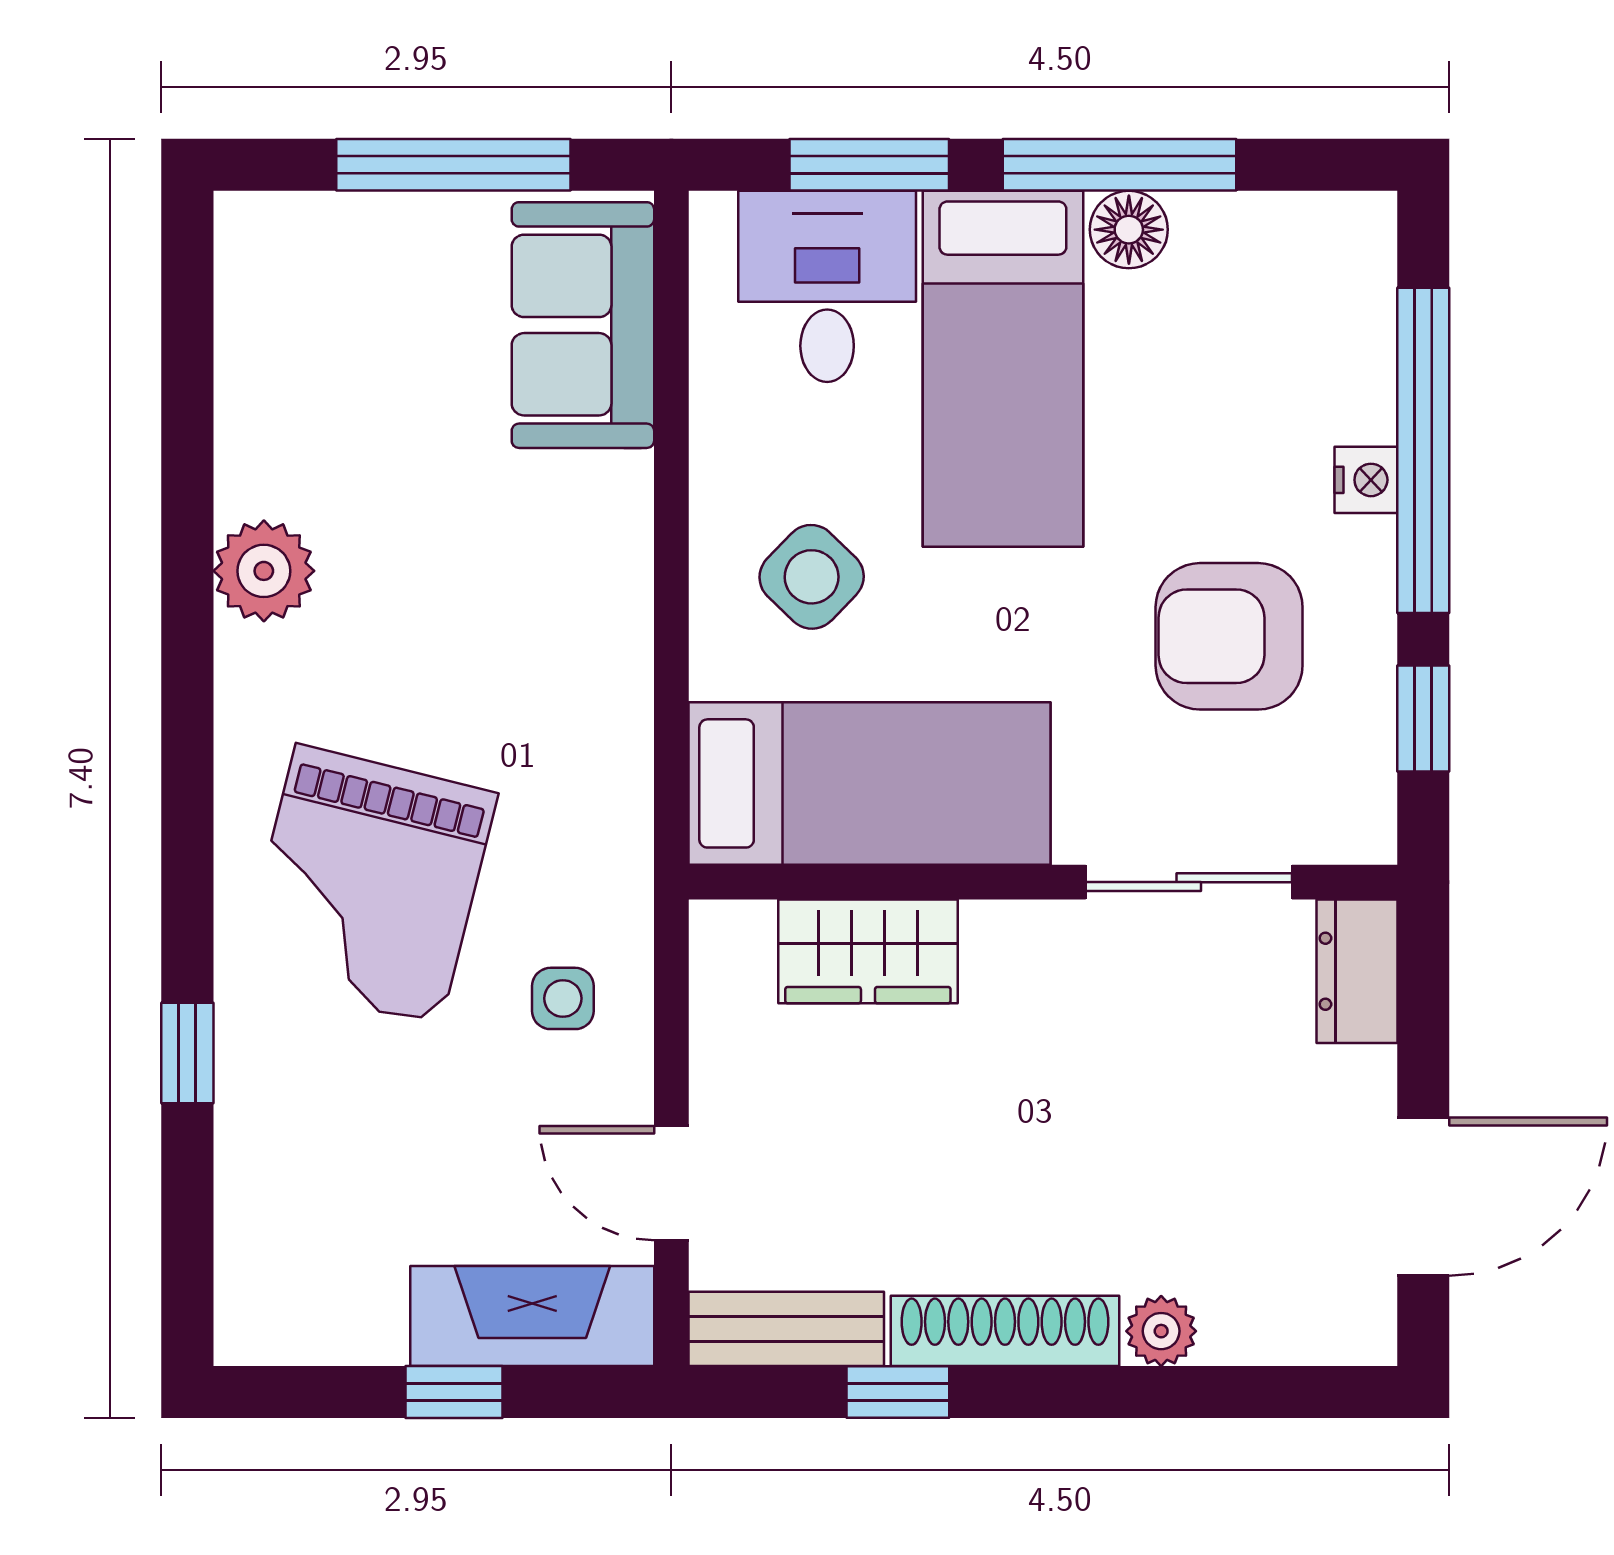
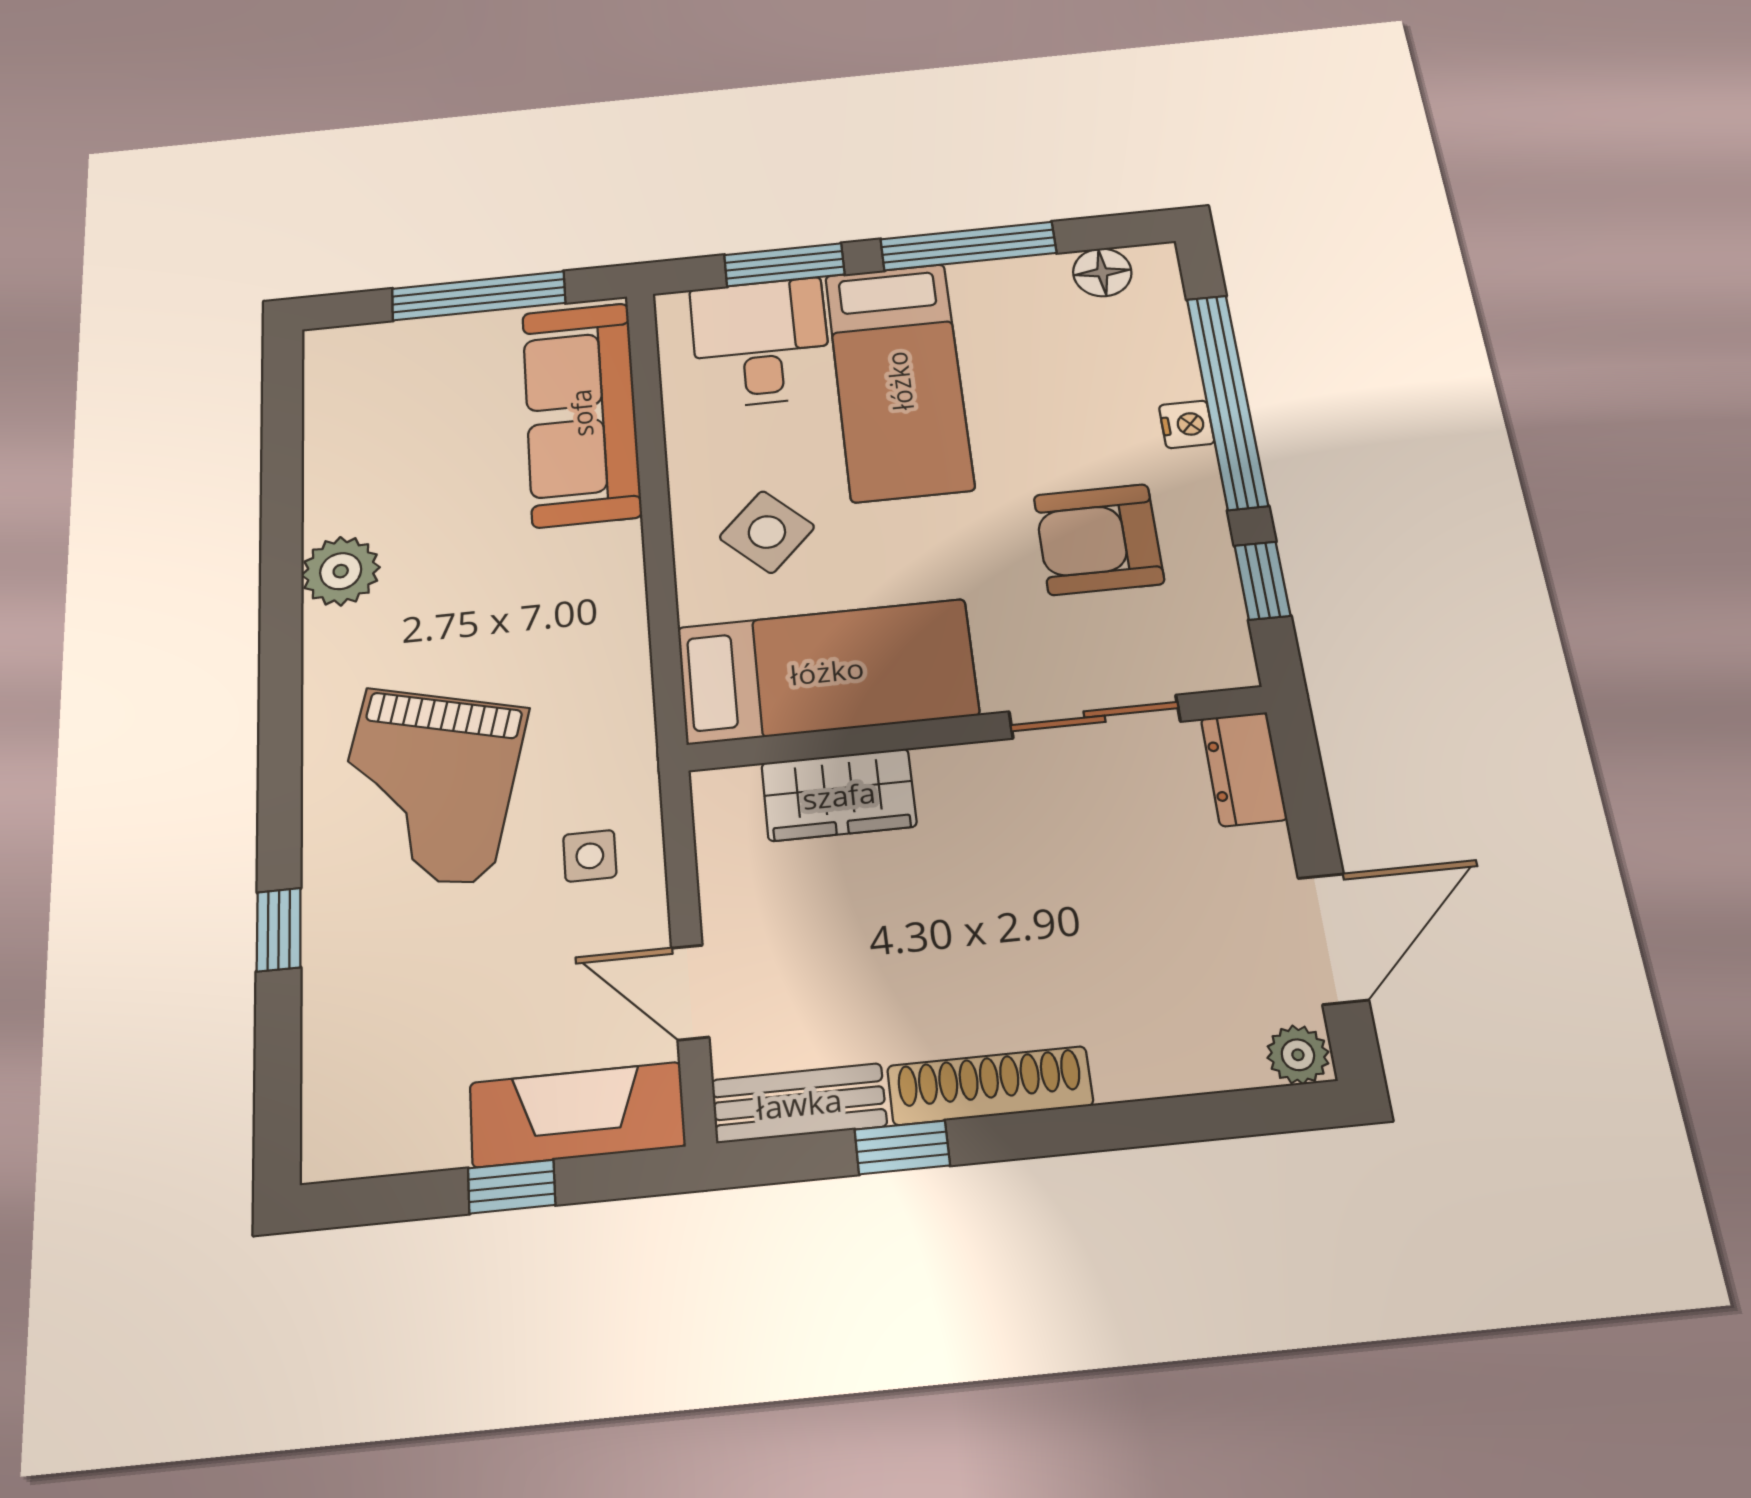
floor lamp: (1129, 230) -> (1102, 272), moved
sofa: (583, 325) -> (581, 413), width x1.36
plant: (1161, 1331) -> (1298, 1055), moved

